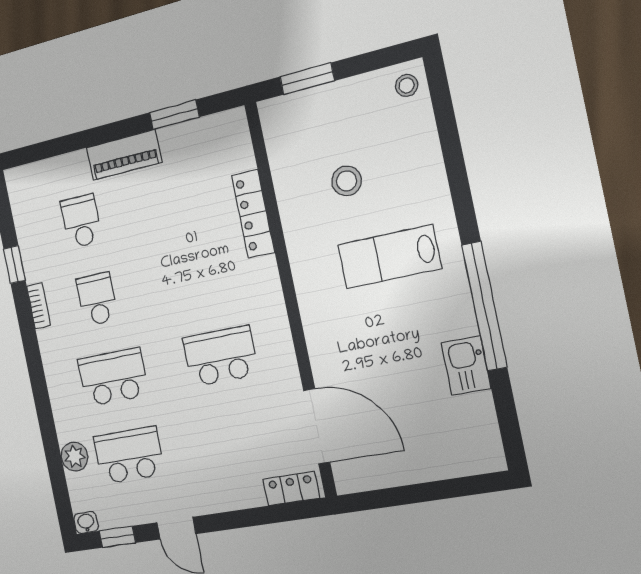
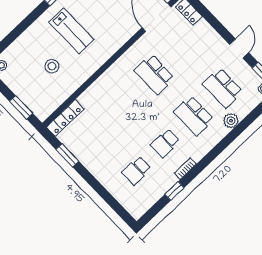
piano: (124, 155) -> (97, 168), removed
locker: (253, 214) -> (65, 118), moved
plant: (75, 457) -> (231, 121), moved

